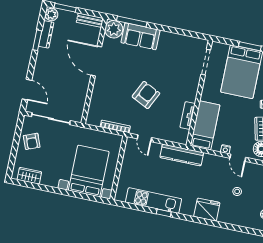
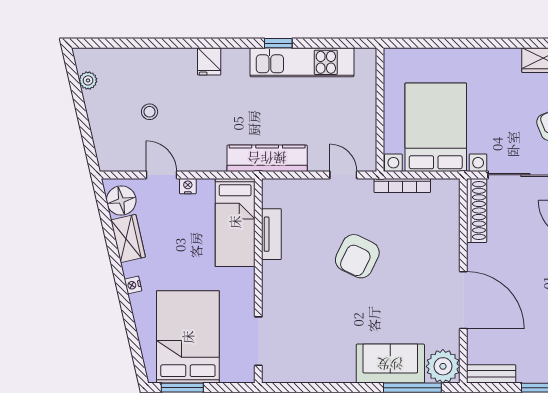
shoe rack: (80, 106) -> (477, 211), added
bed with nightstands: (89, 171) -> (436, 127), moved, turned 180
fridge: (207, 210) -> (209, 61), width x0.53, depth x0.75

